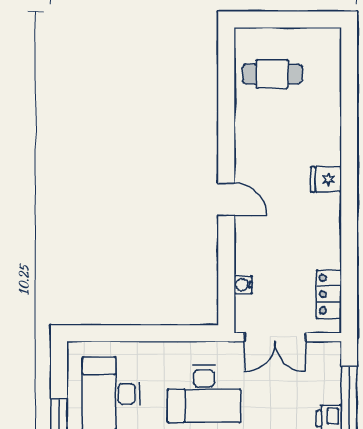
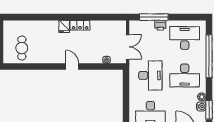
door: (226, 199) -> (72, 67), hinge flipped
locker: (329, 294) -> (80, 25), moved

